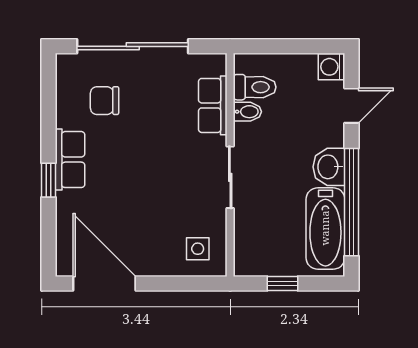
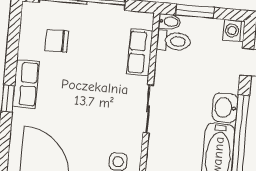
window: (279, 46) -> (195, 11), added
bidet: (247, 112) -> (169, 22), moved

